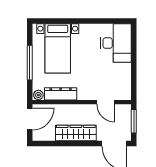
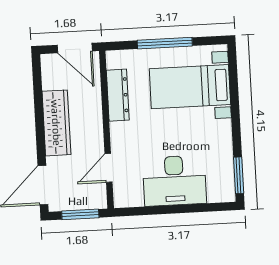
window: (115, 21) -> (239, 175), added
desk: (116, 43) -> (174, 181), moved
plant: (38, 95) -> (114, 60), removed

